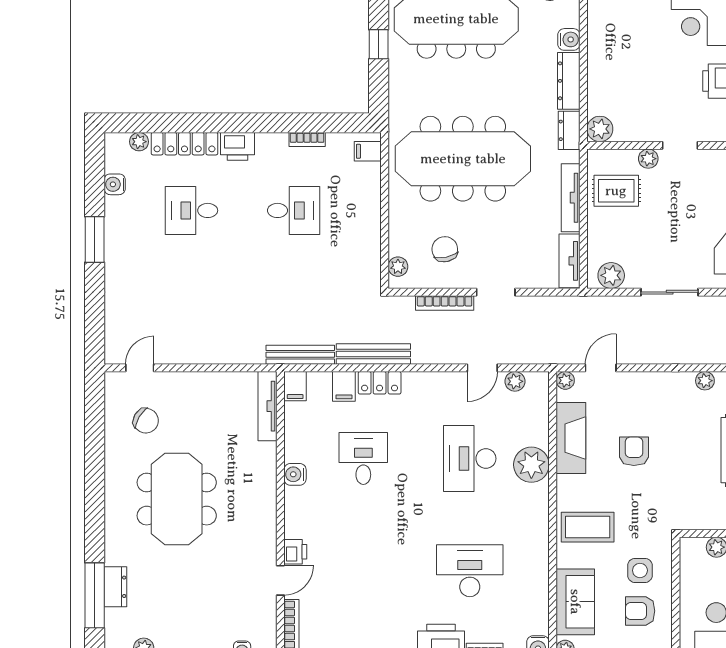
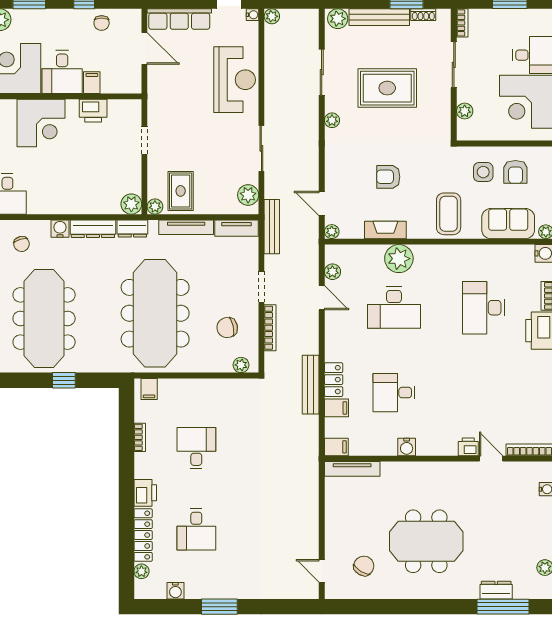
plant: (648, 159) -> (155, 207), moved
bench: (300, 355) -> (272, 227), moved
fireplace: (571, 438) -> (385, 230), width x0.73, depth x0.76

